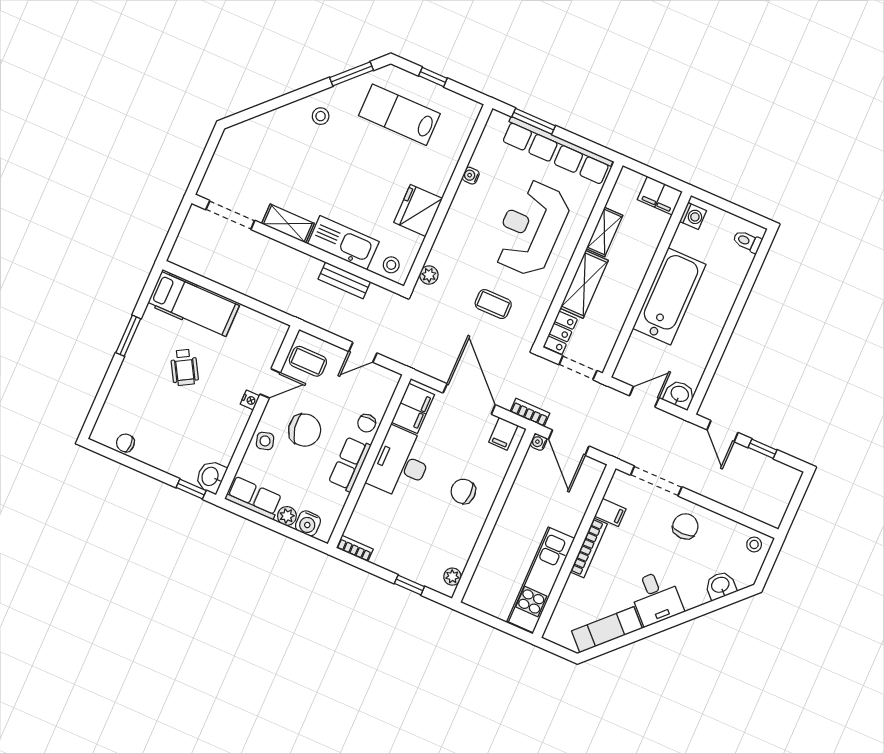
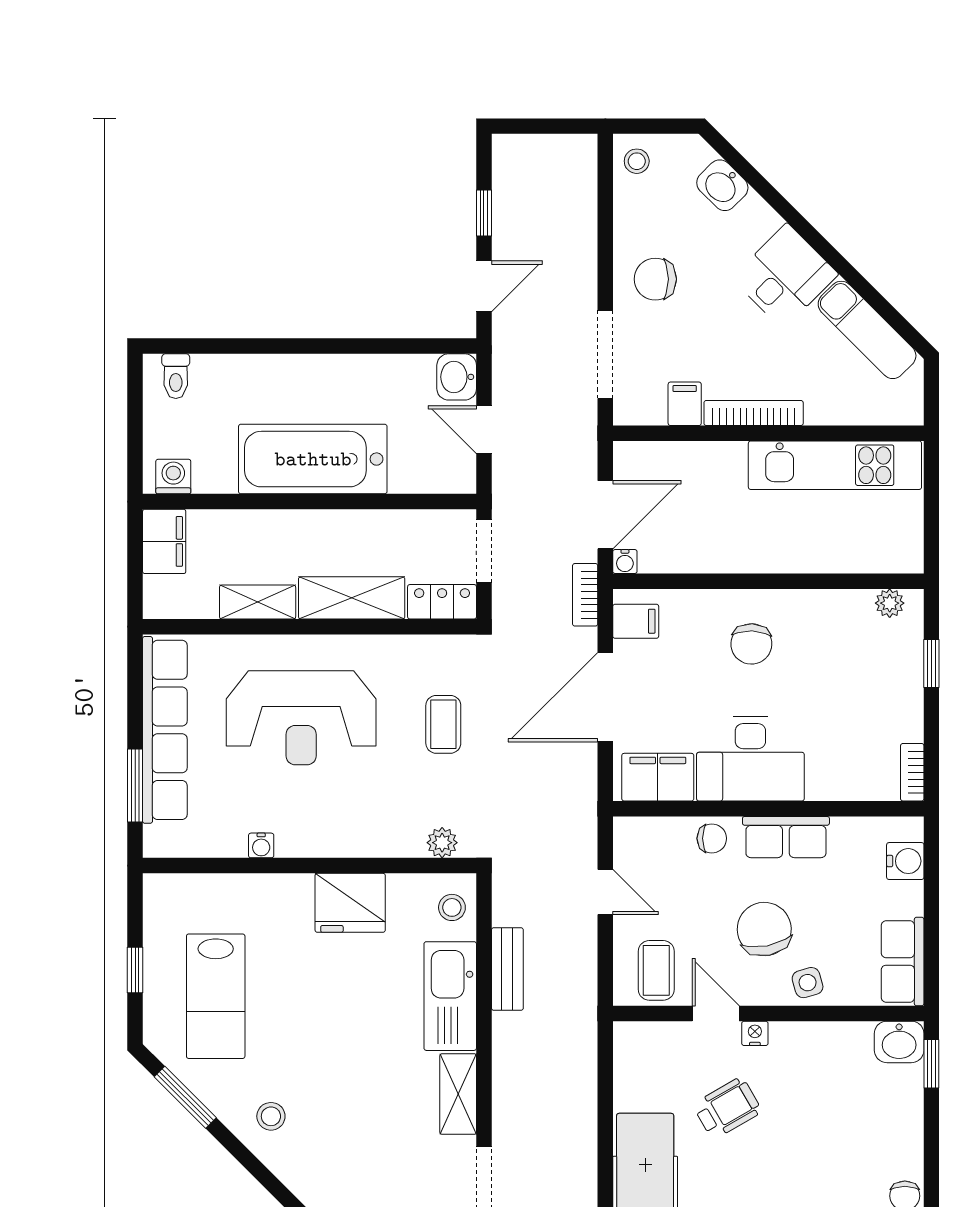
wheelchair: (184, 367) -> (727, 1108), moved
plant: (287, 516) -> (908, 898), removed

